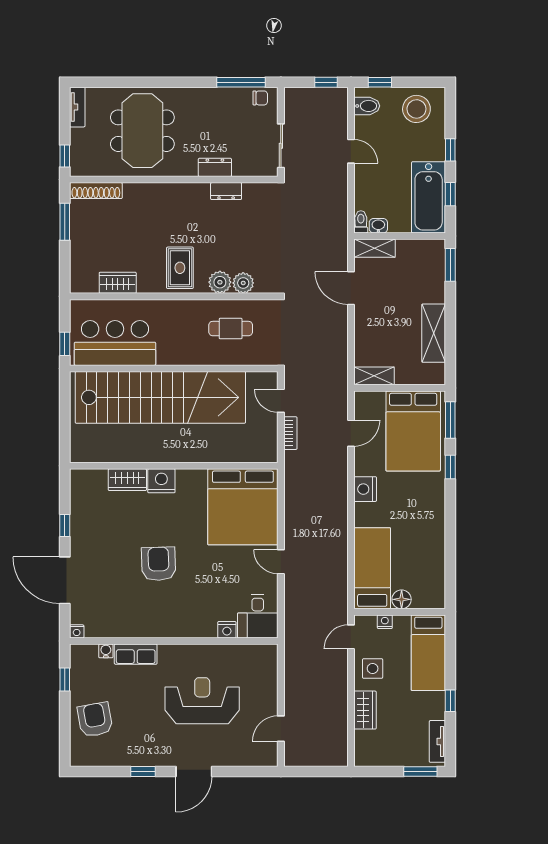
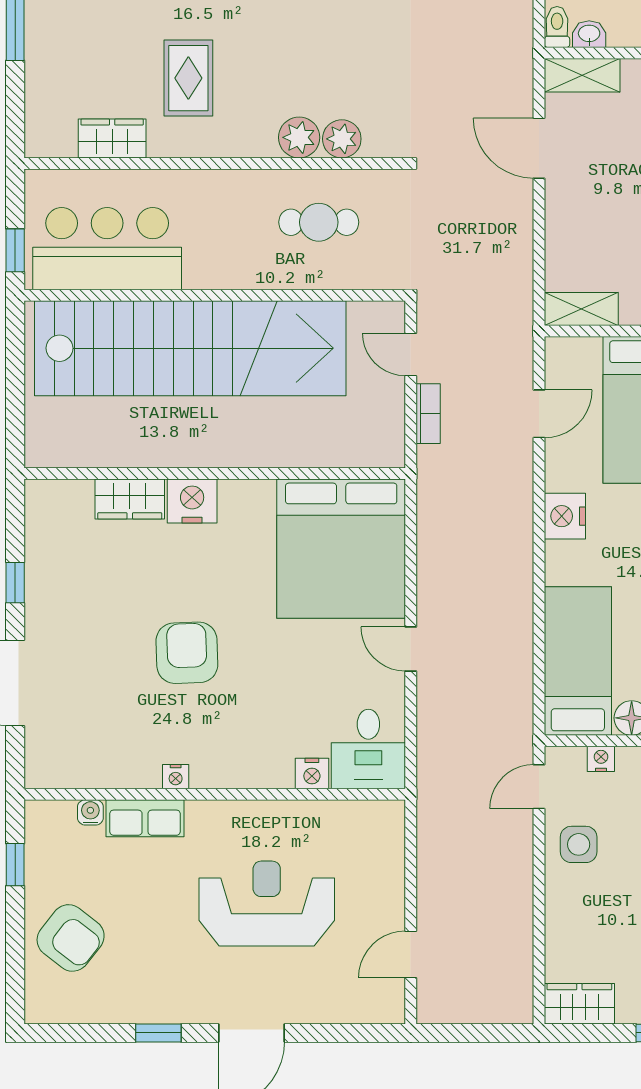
rug: (180, 268) -> (188, 78), moved
nightstand: (77, 631) -> (176, 777), moved
wardrobe: (365, 710) -> (579, 1004), moved, turned -90
armchair: (95, 720) -> (71, 938), turned 138

